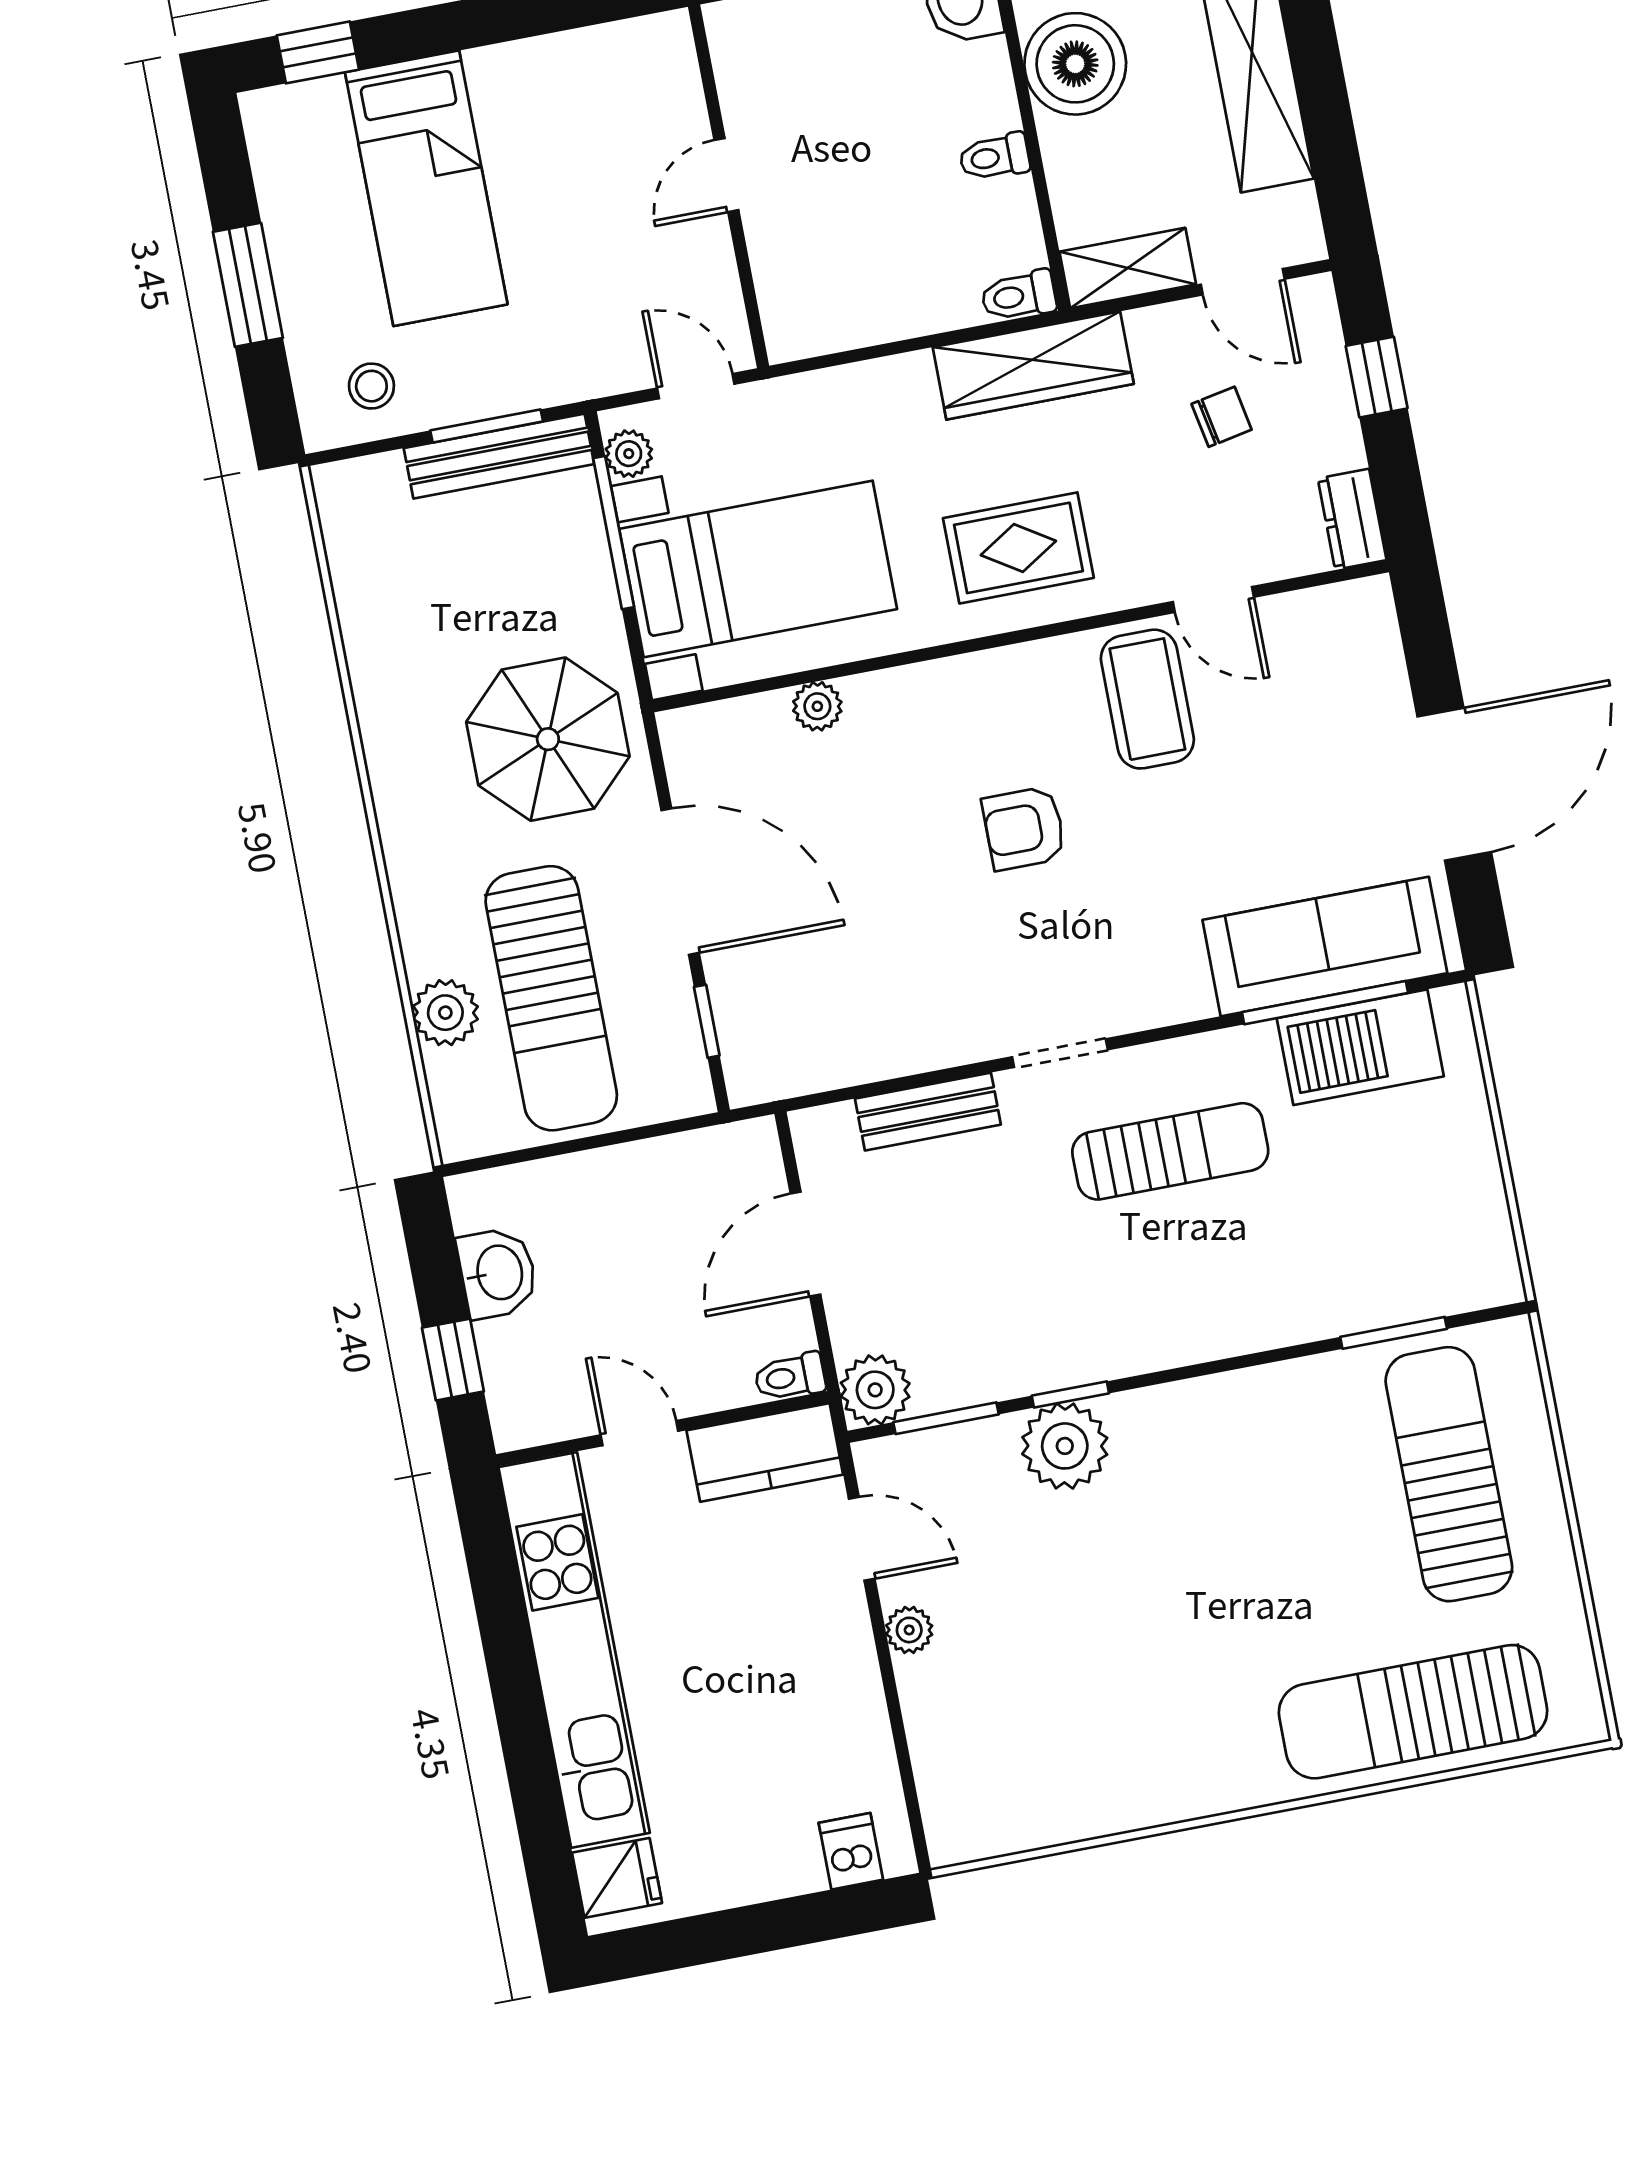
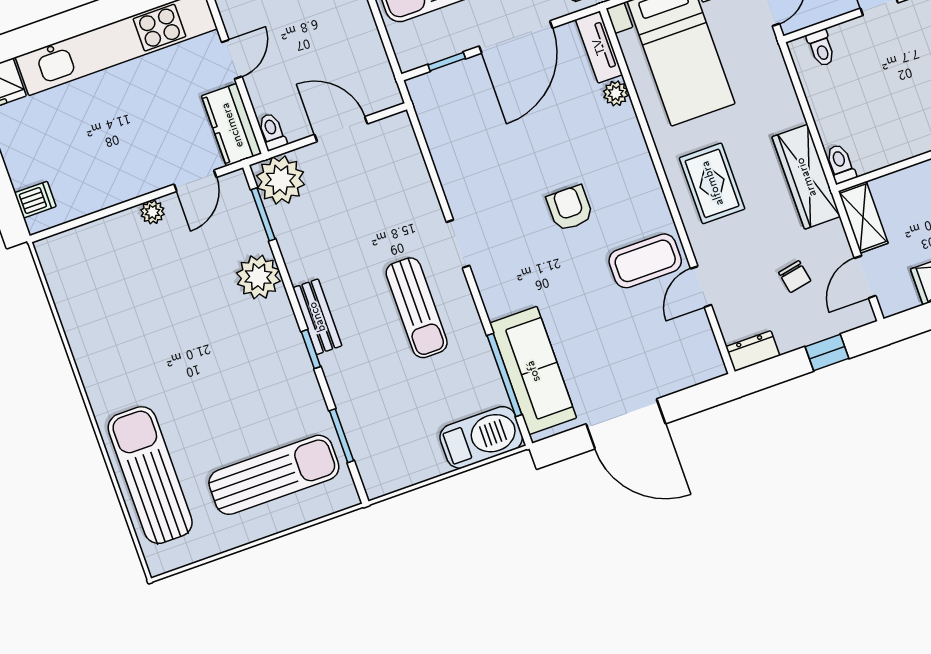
toilet: (994, 157) -> (821, 48), moved, turned 180
tv unit: (724, 725) -> (599, 47), added
barbecue: (1360, 1047) -> (481, 437), moved, turned 90
bench: (928, 1112) -> (317, 317), moved
plant: (875, 1390) -> (280, 180), width x1.36, depth x1.36
window: (1070, 1395) -> (311, 349), moved

